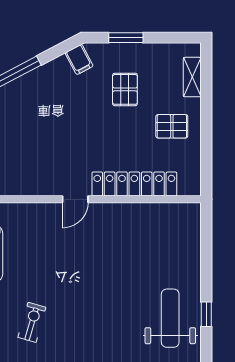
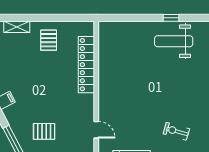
pallet: (125, 89) -> (44, 131), moved
door: (75, 199) -> (96, 130), moved

